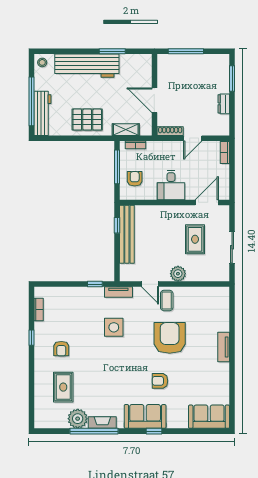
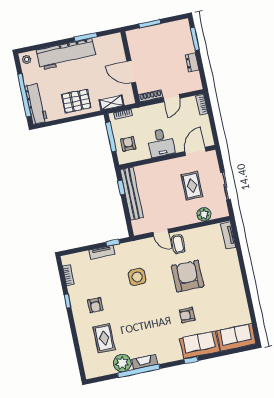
window: (186, 51) -> (150, 24), width x0.69
plant: (178, 274) -> (204, 214), moved
tv unit: (118, 292) -> (102, 252), moved
tv unit: (224, 347) -> (228, 235), moved
sofa: (145, 416) -> (200, 345), moved

